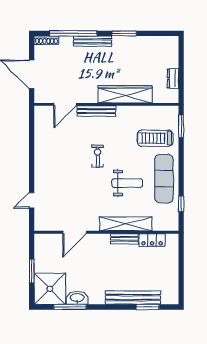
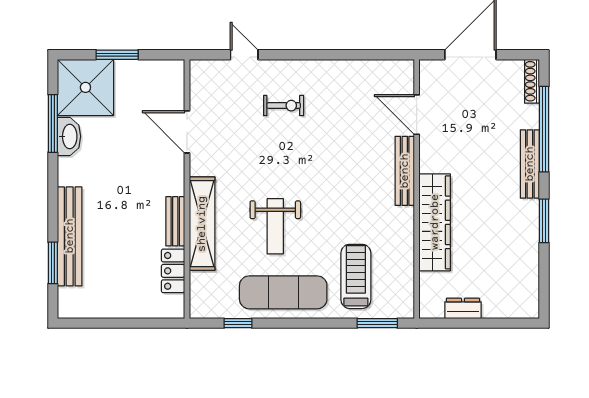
exercise bike: (98, 156) -> (284, 106), moved

